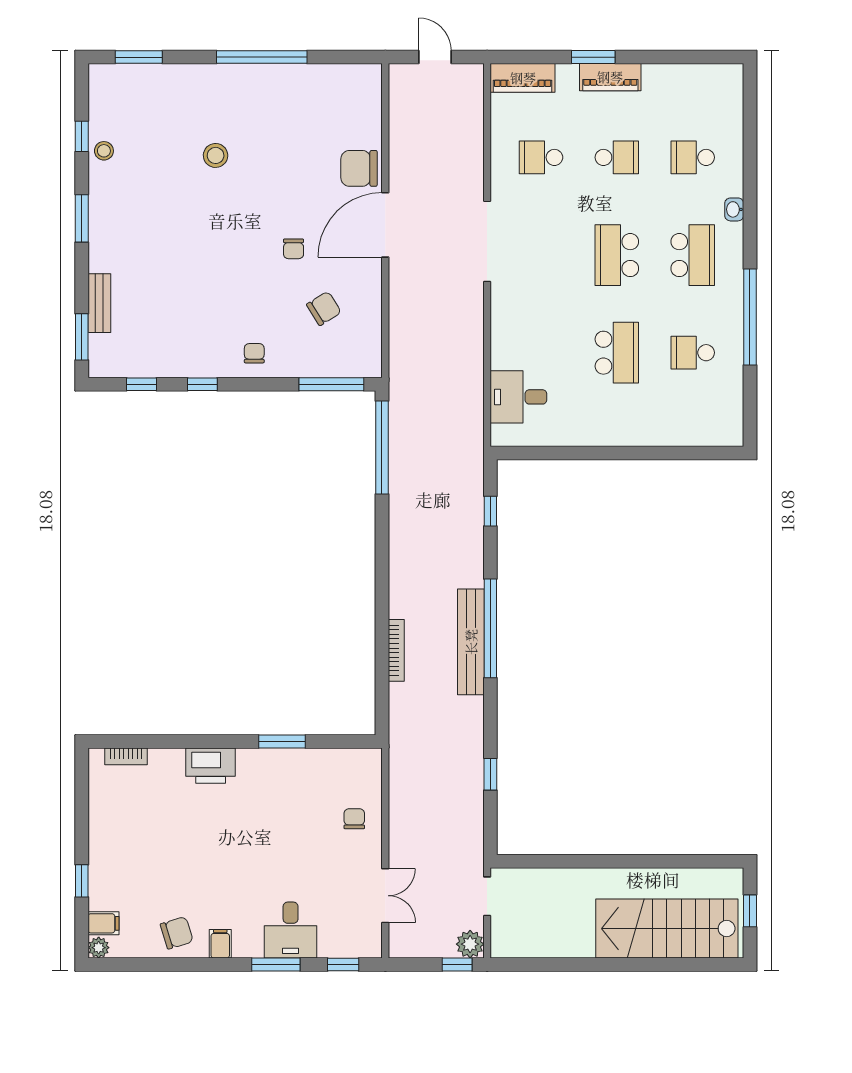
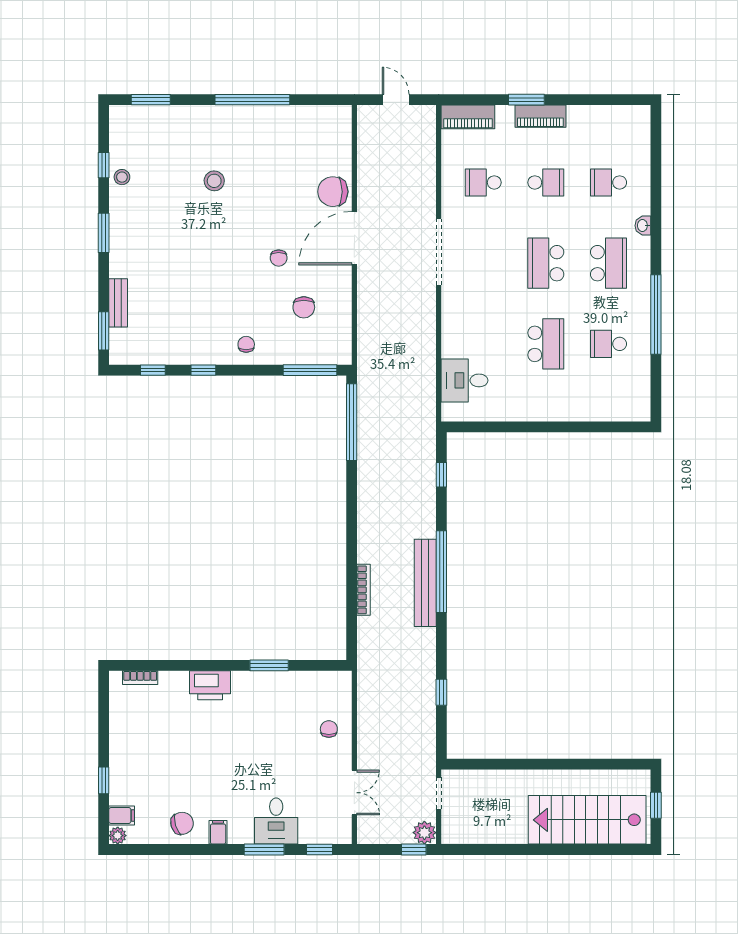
chair: (324, 308) -> (304, 307), turned 122

